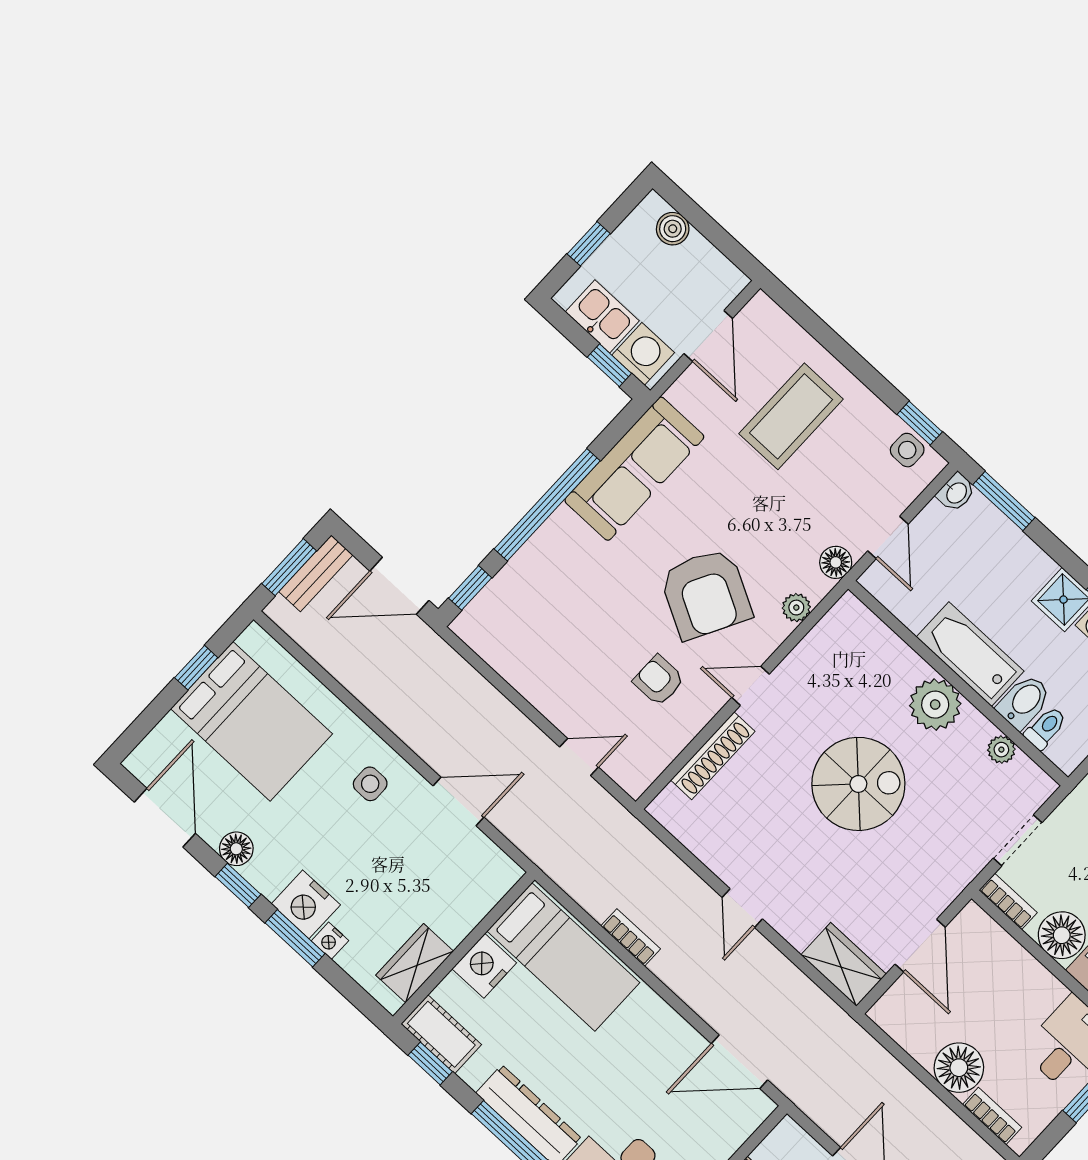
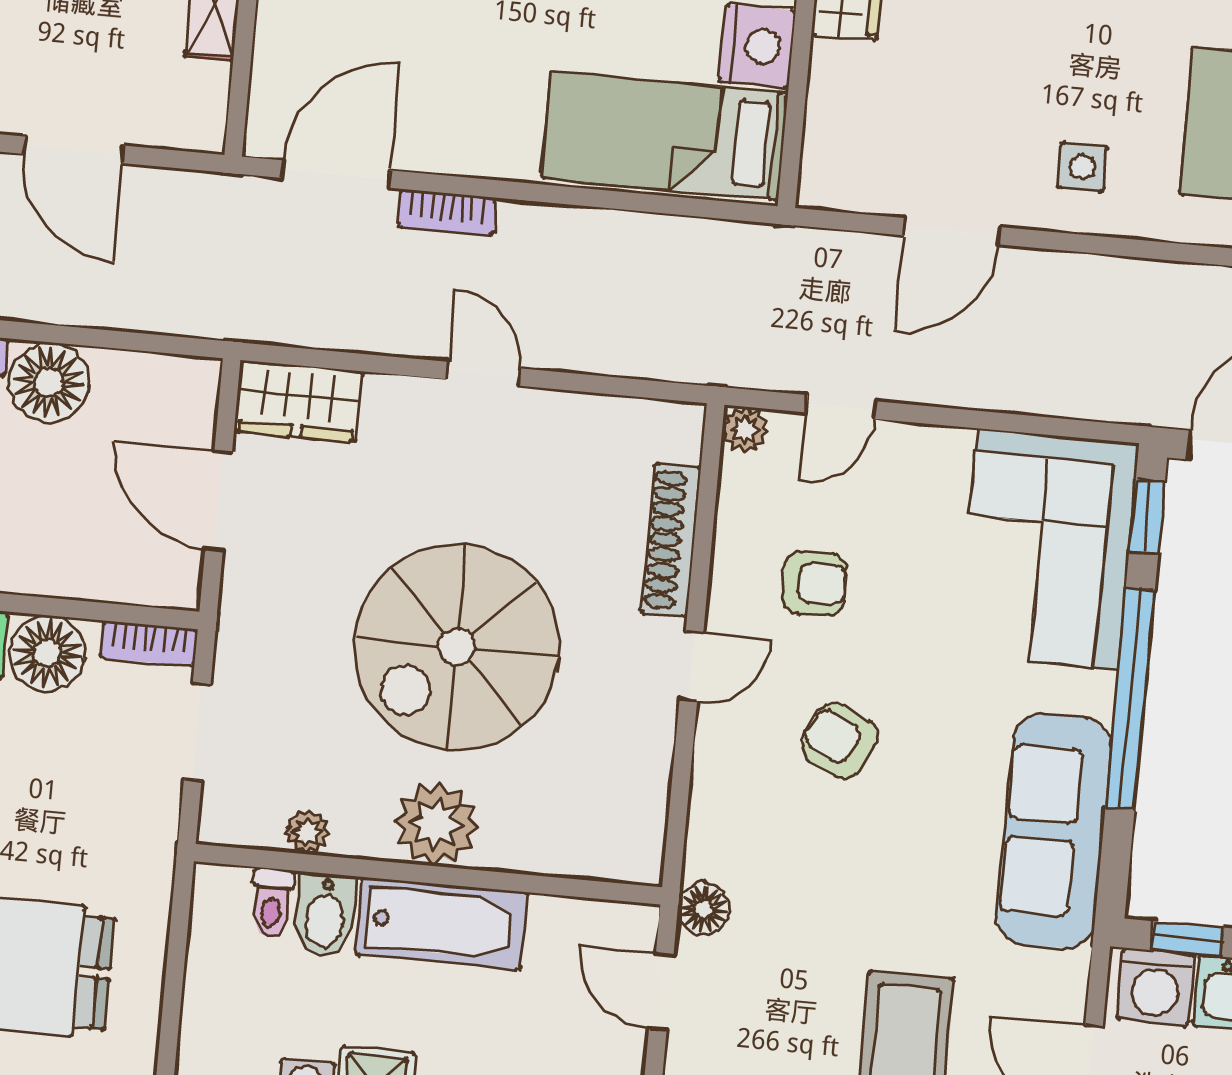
armchair: (706, 594) -> (839, 741), width x0.53, depth x0.53
plant: (796, 608) -> (745, 430), moved
corner sofa: (531, 609) -> (1048, 549), added
spiral stairs: (858, 784) -> (457, 647), width x1.37, depth x1.37
bookcase: (631, 937) -> (447, 212), moved

